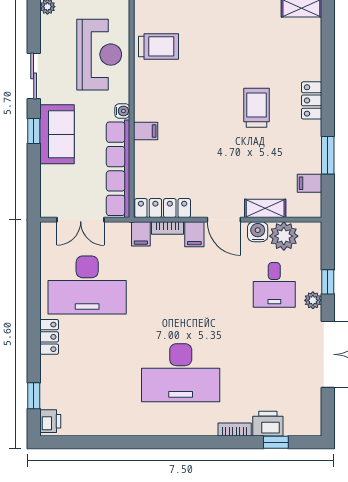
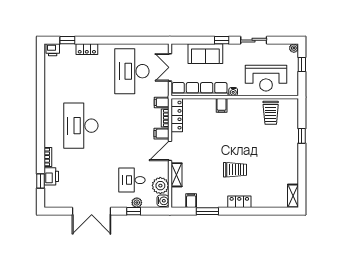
sofa: (57, 134) -> (205, 54), moved
water cooler: (258, 232) -> (163, 201), moved
plant: (313, 300) -> (137, 203), moved
locker: (49, 337) -> (87, 49), moved

